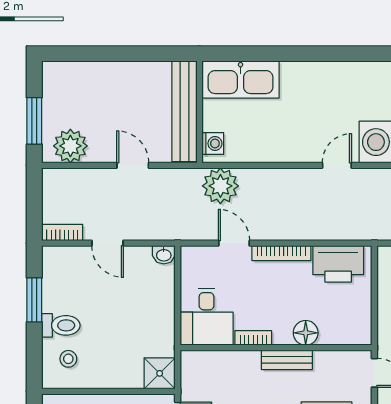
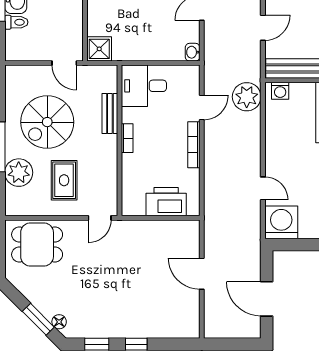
printer: (338, 264) -> (166, 202), moved, turned 90
floor lamp: (306, 333) -> (131, 164), removed
bookcase: (253, 338) -> (127, 138), moved
bench: (287, 360) -> (110, 113), moved

